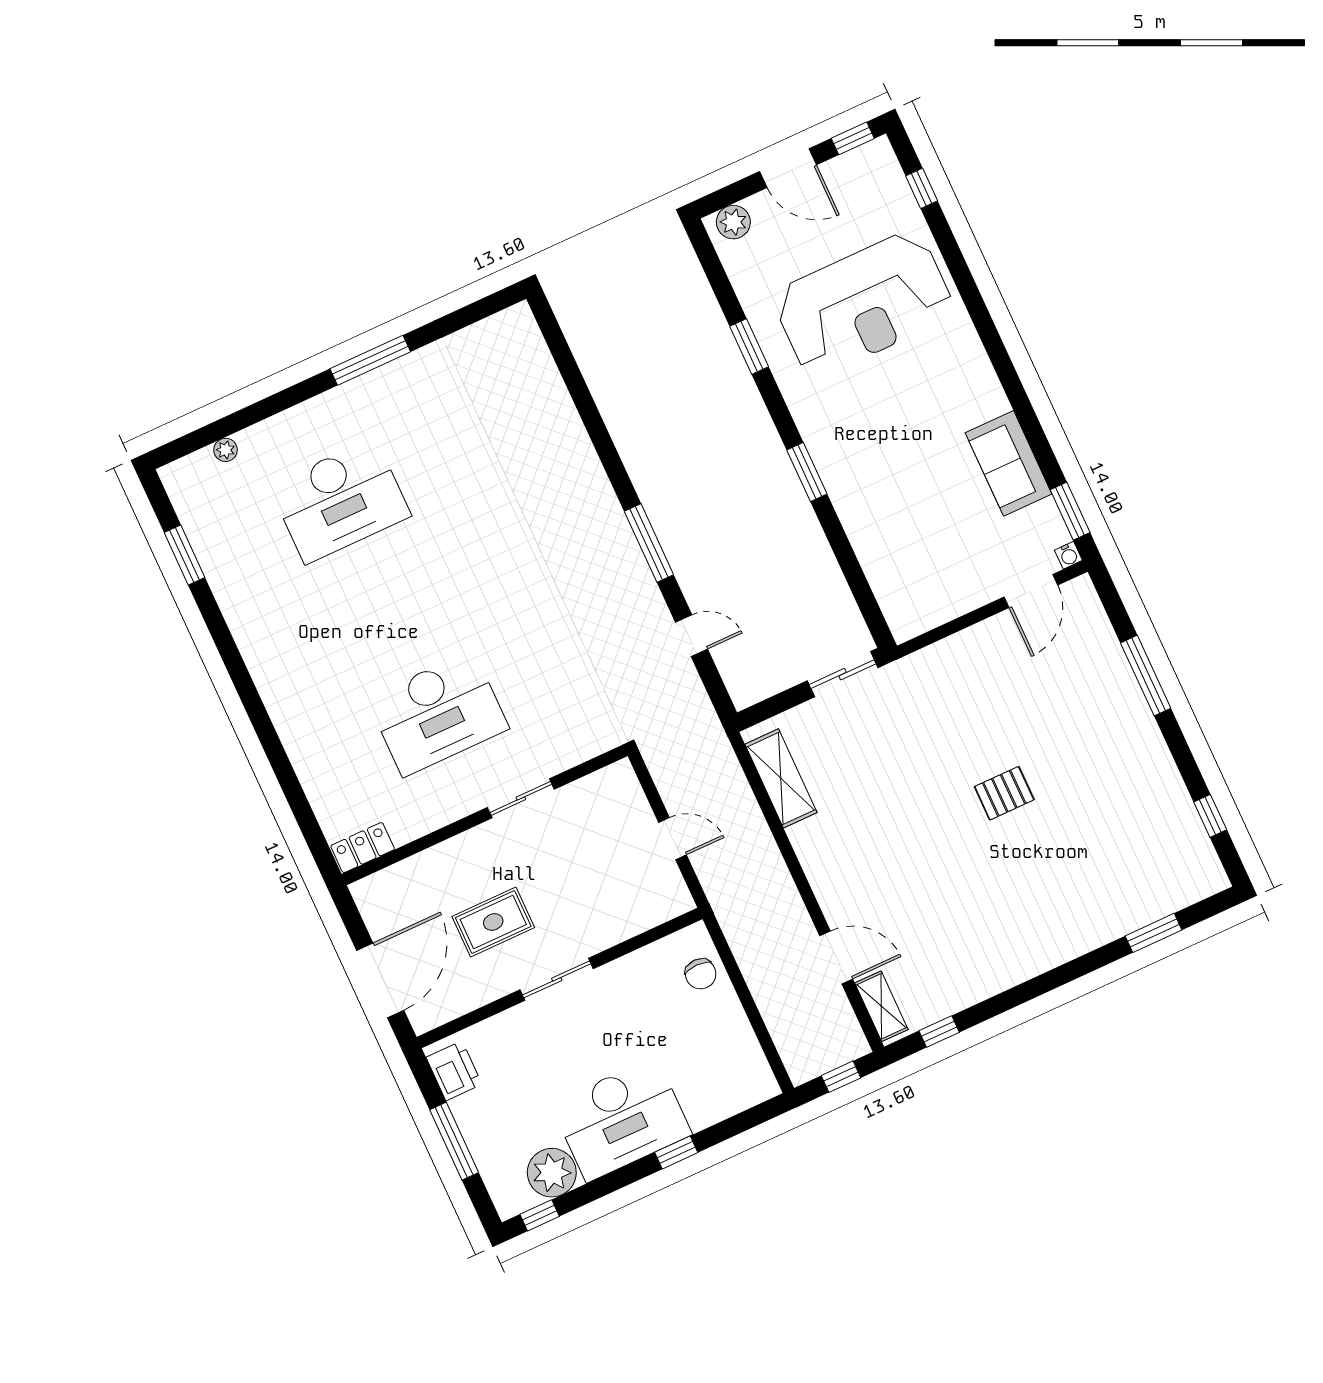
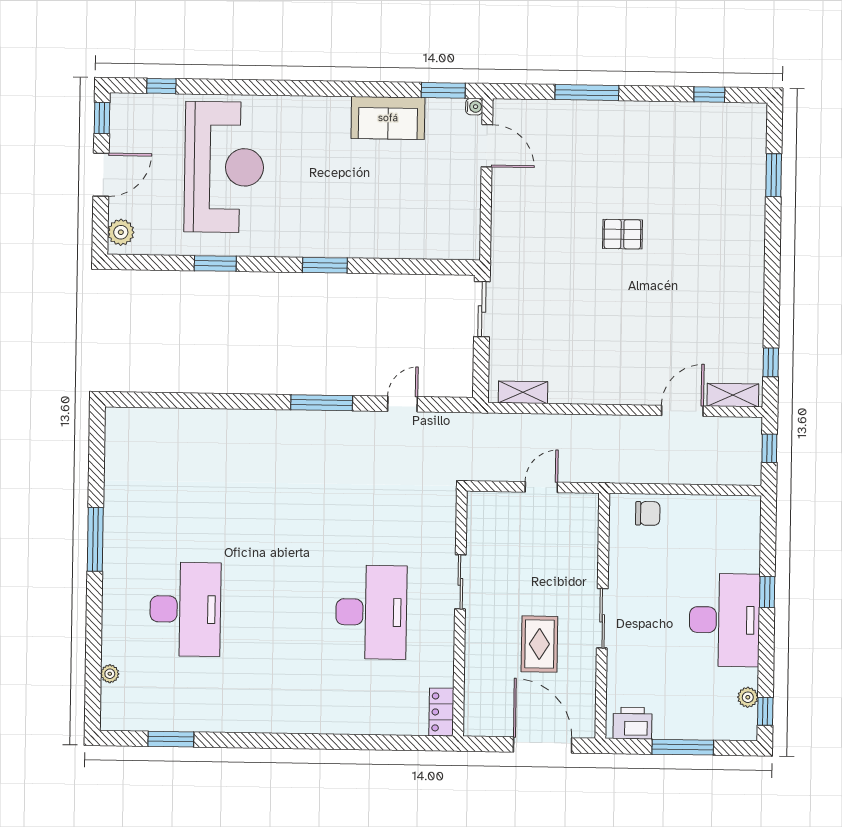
shelving: (781, 778) -> (523, 392), width x0.67, depth x0.75
pallet: (1004, 793) -> (622, 234), turned 90
plant: (552, 1173) -> (748, 697), width x0.53, depth x0.53

